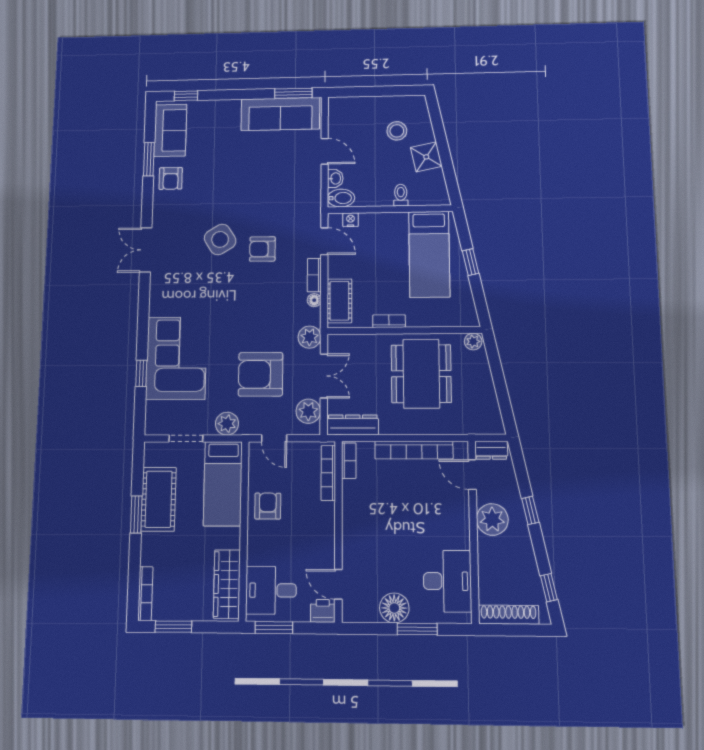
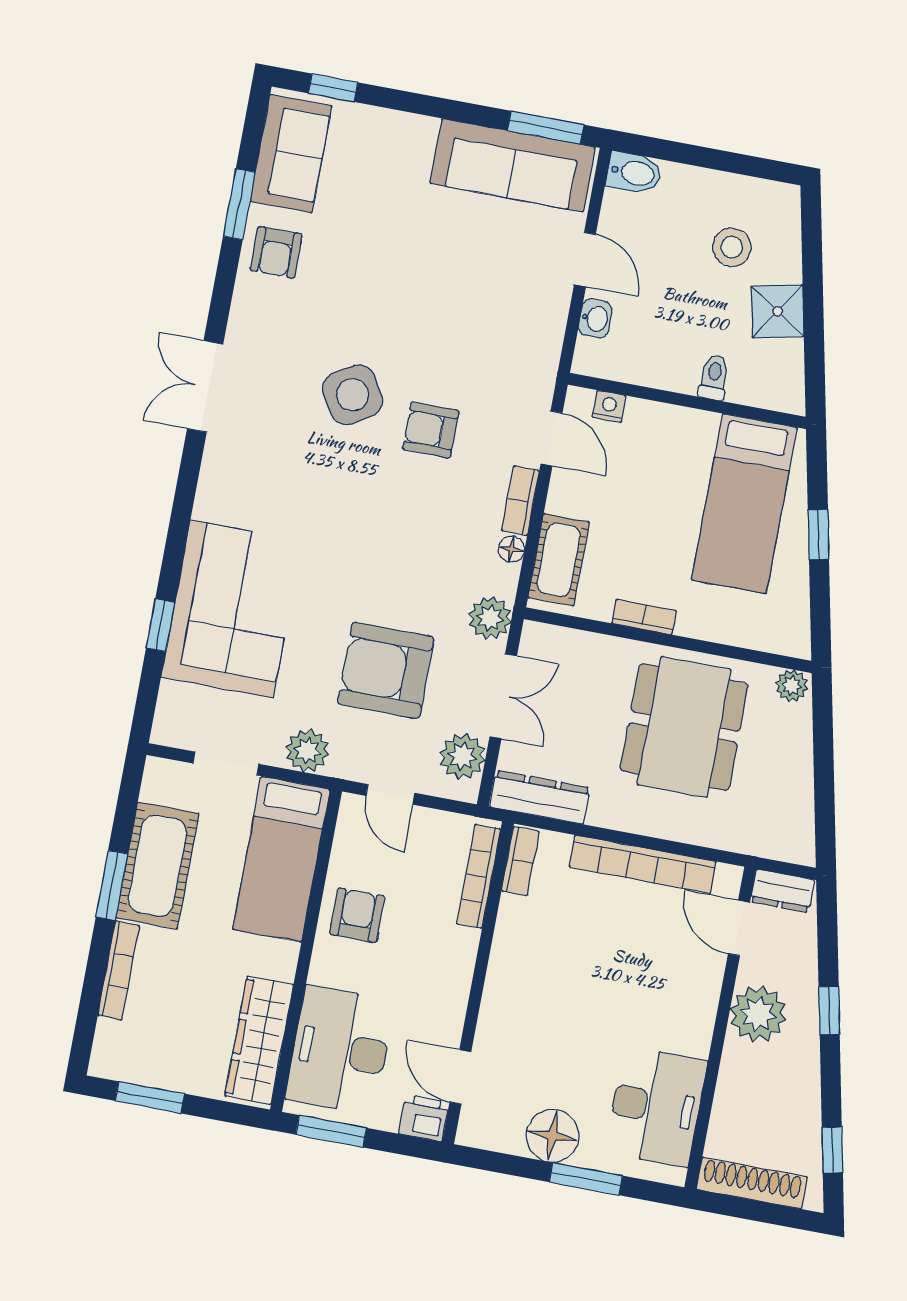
bidet: (341, 198) -> (634, 173), moved
desk: (271, 590) -> (340, 1050), width x1.37
bookcase: (145, 594) -> (119, 971), moved

